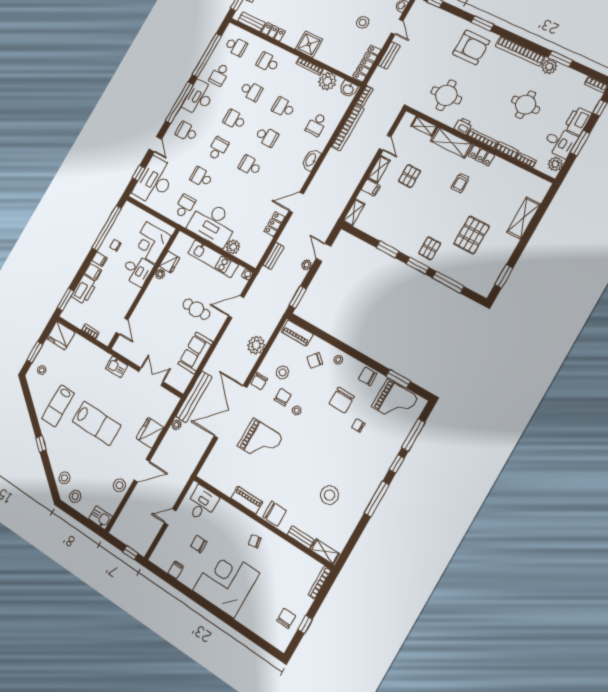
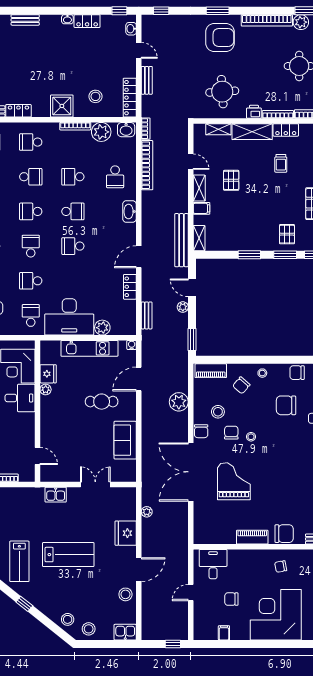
stool: (363, 22) -> (95, 96), moved
bench: (194, 397) -> (181, 240), moved
chair: (342, 400) -> (286, 405), turned 90
grand piano: (260, 441) -> (234, 481), turned -90

